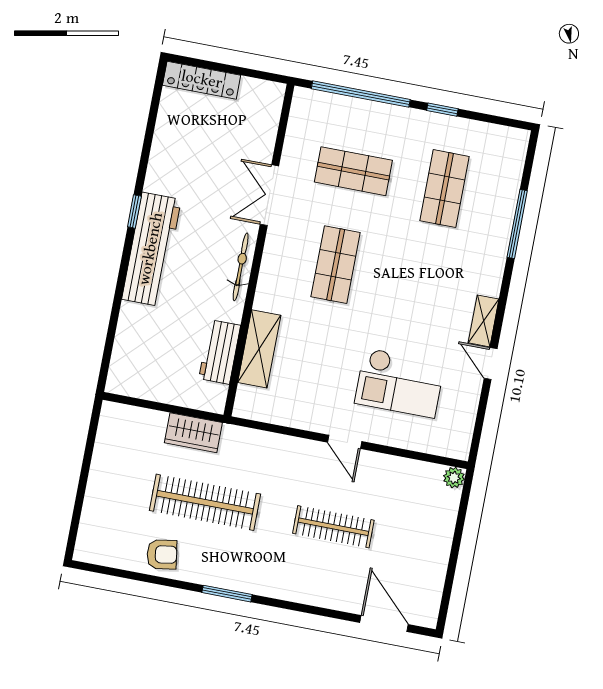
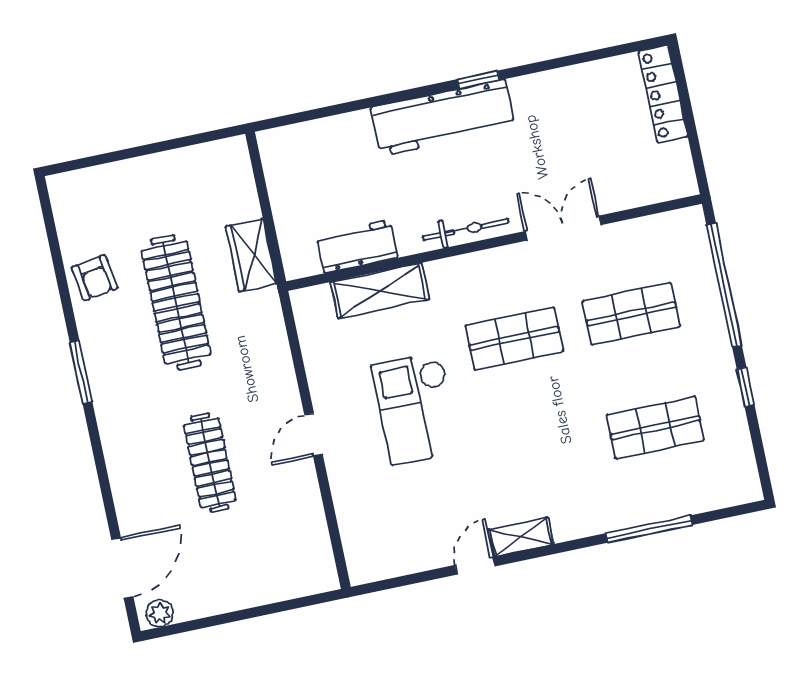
shop shelf: (353, 171) -> (631, 314), turned 90
checkout: (400, 383) -> (416, 408), moved
plant: (454, 478) -> (160, 613), moved

